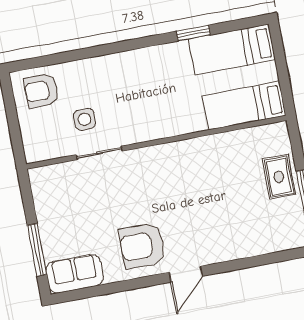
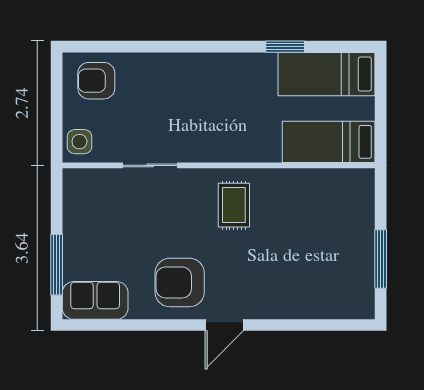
side table: (85, 119) -> (79, 142), moved
rug: (279, 177) -> (234, 205), moved

